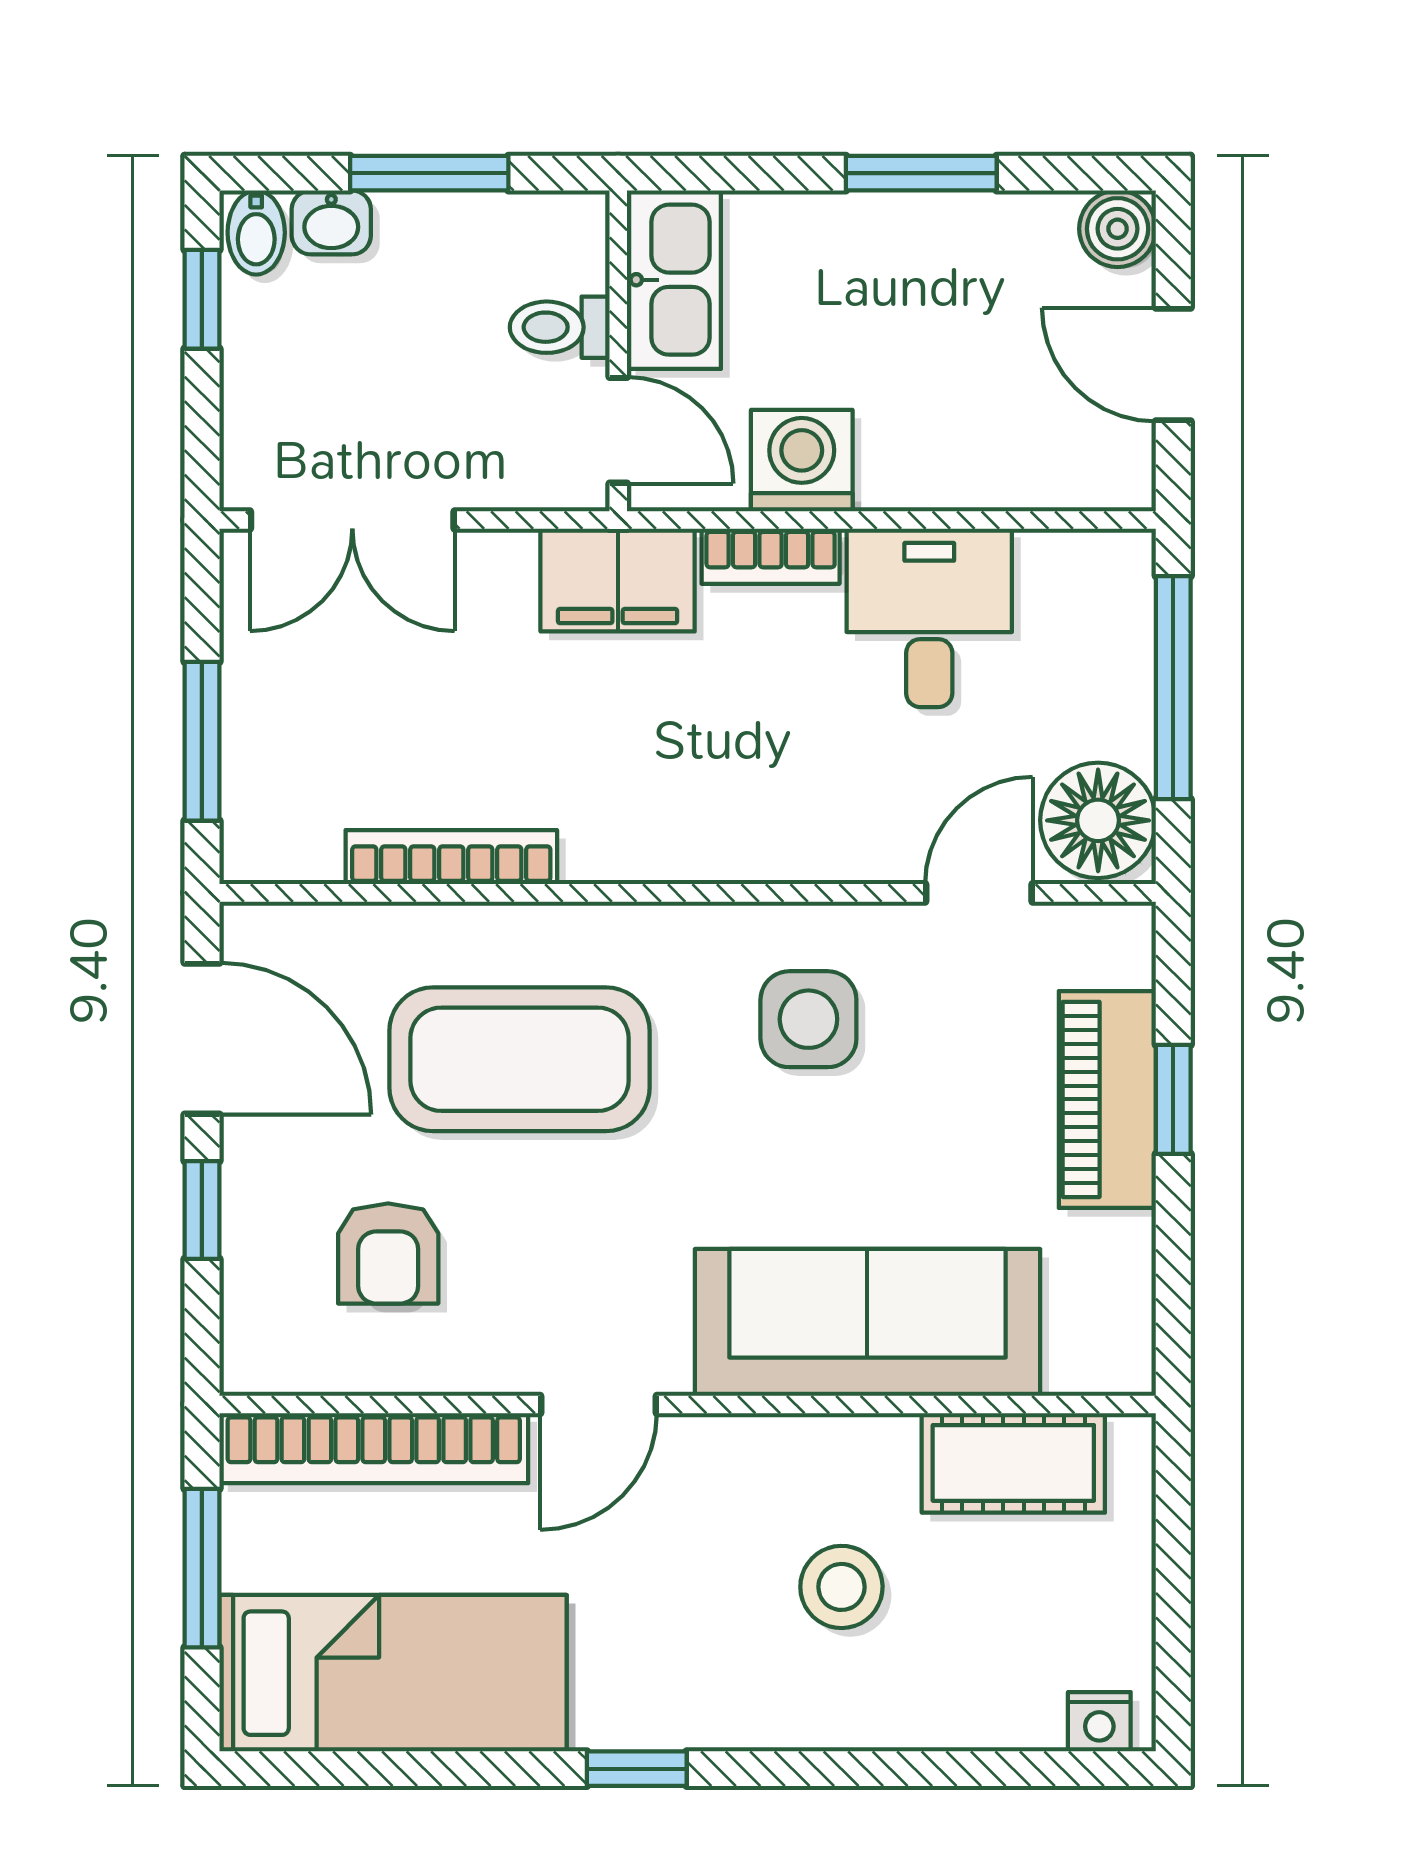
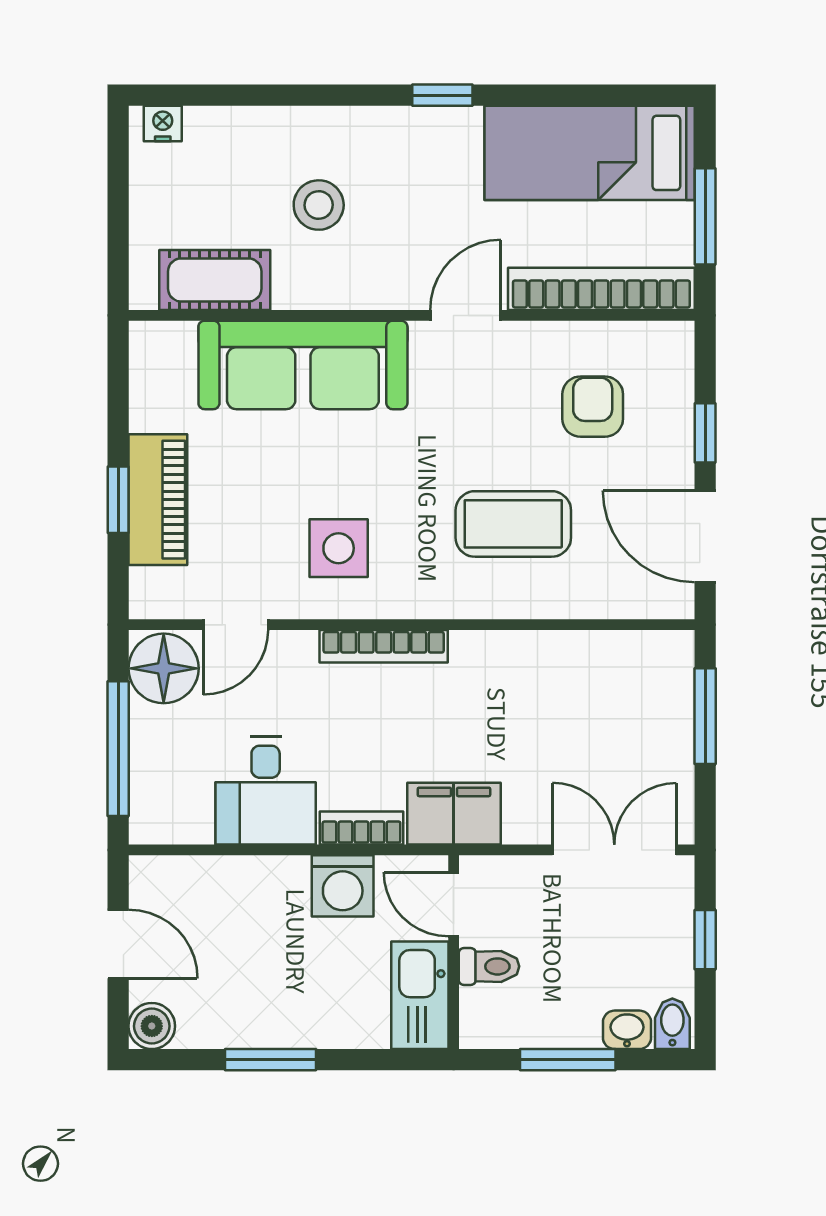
window: (202, 299) -> (705, 940), moved
bookcase: (451, 857) -> (384, 646), moved
coffee table: (519, 1059) -> (513, 524), width x0.73, depth x0.76

